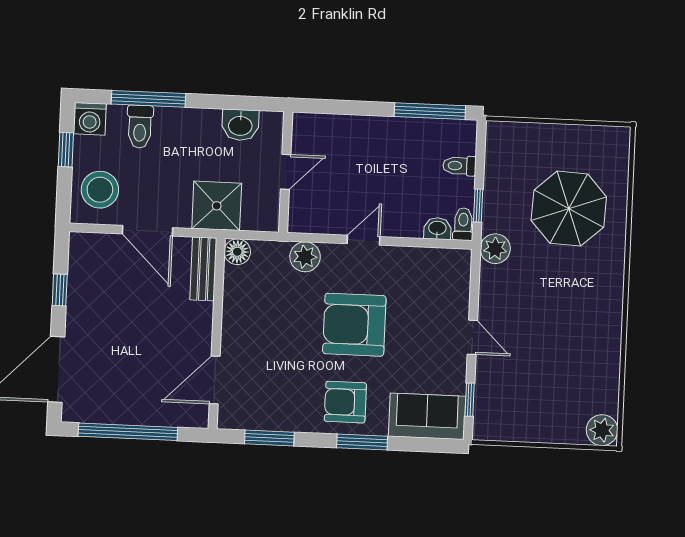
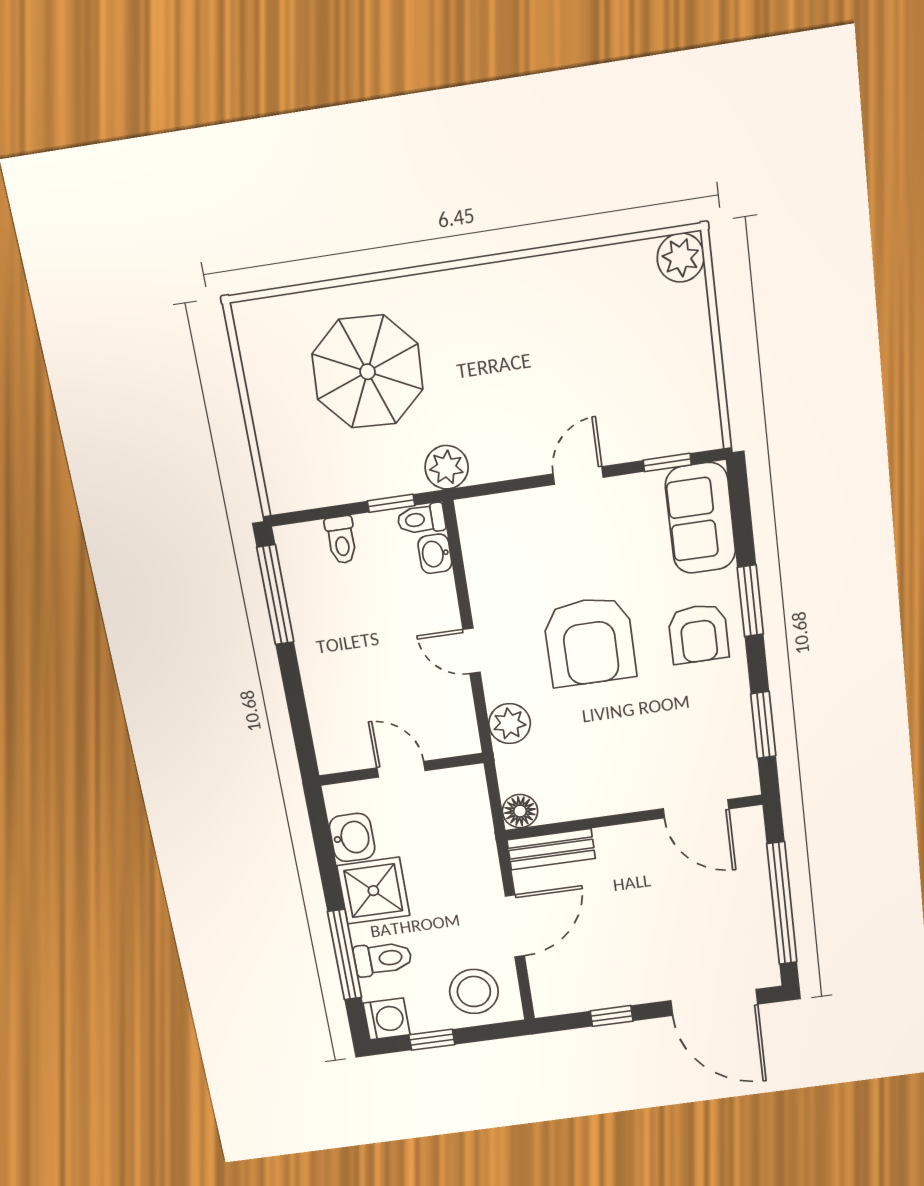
shower: (217, 206) -> (373, 891), moved

